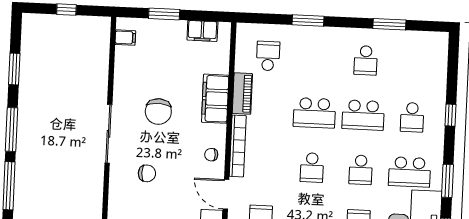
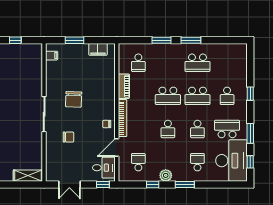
window: (389, 24) -> (191, 40), moved
school desk: (268, 56) -> (138, 63), turned 180
school desk: (366, 60) -> (197, 63), width x1.85
filing cabinet: (215, 99) -> (108, 90), removed
school desk: (410, 172) -> (227, 129), turned 180
door: (226, 194) -> (117, 147), hinge flipped

